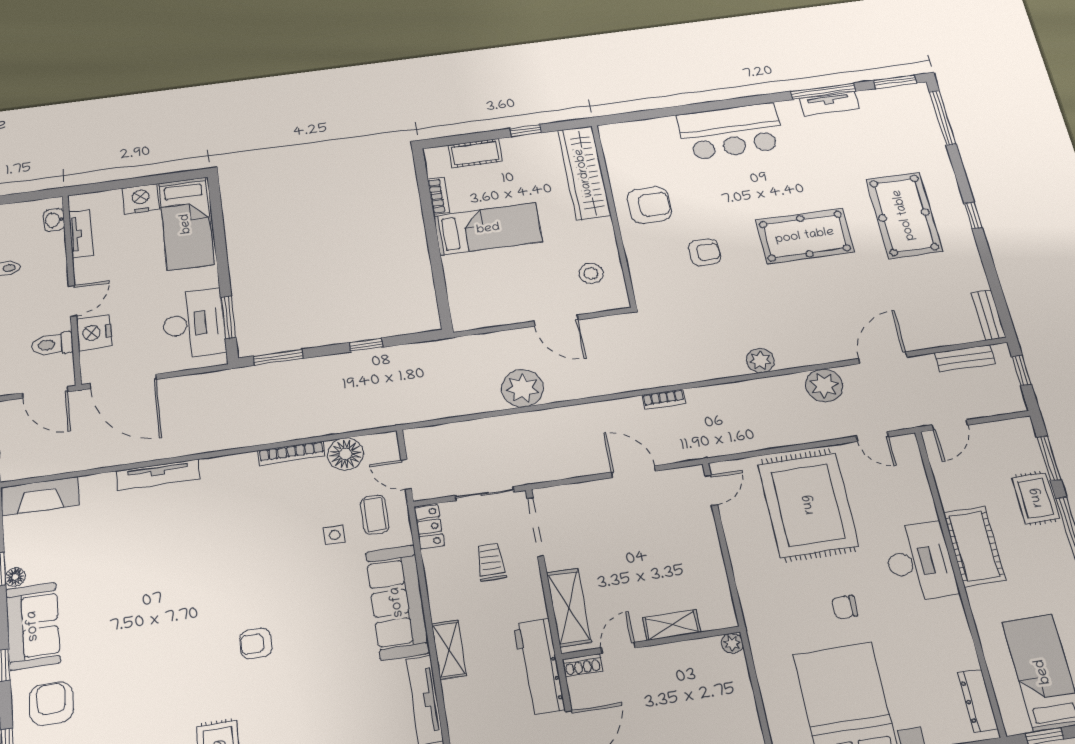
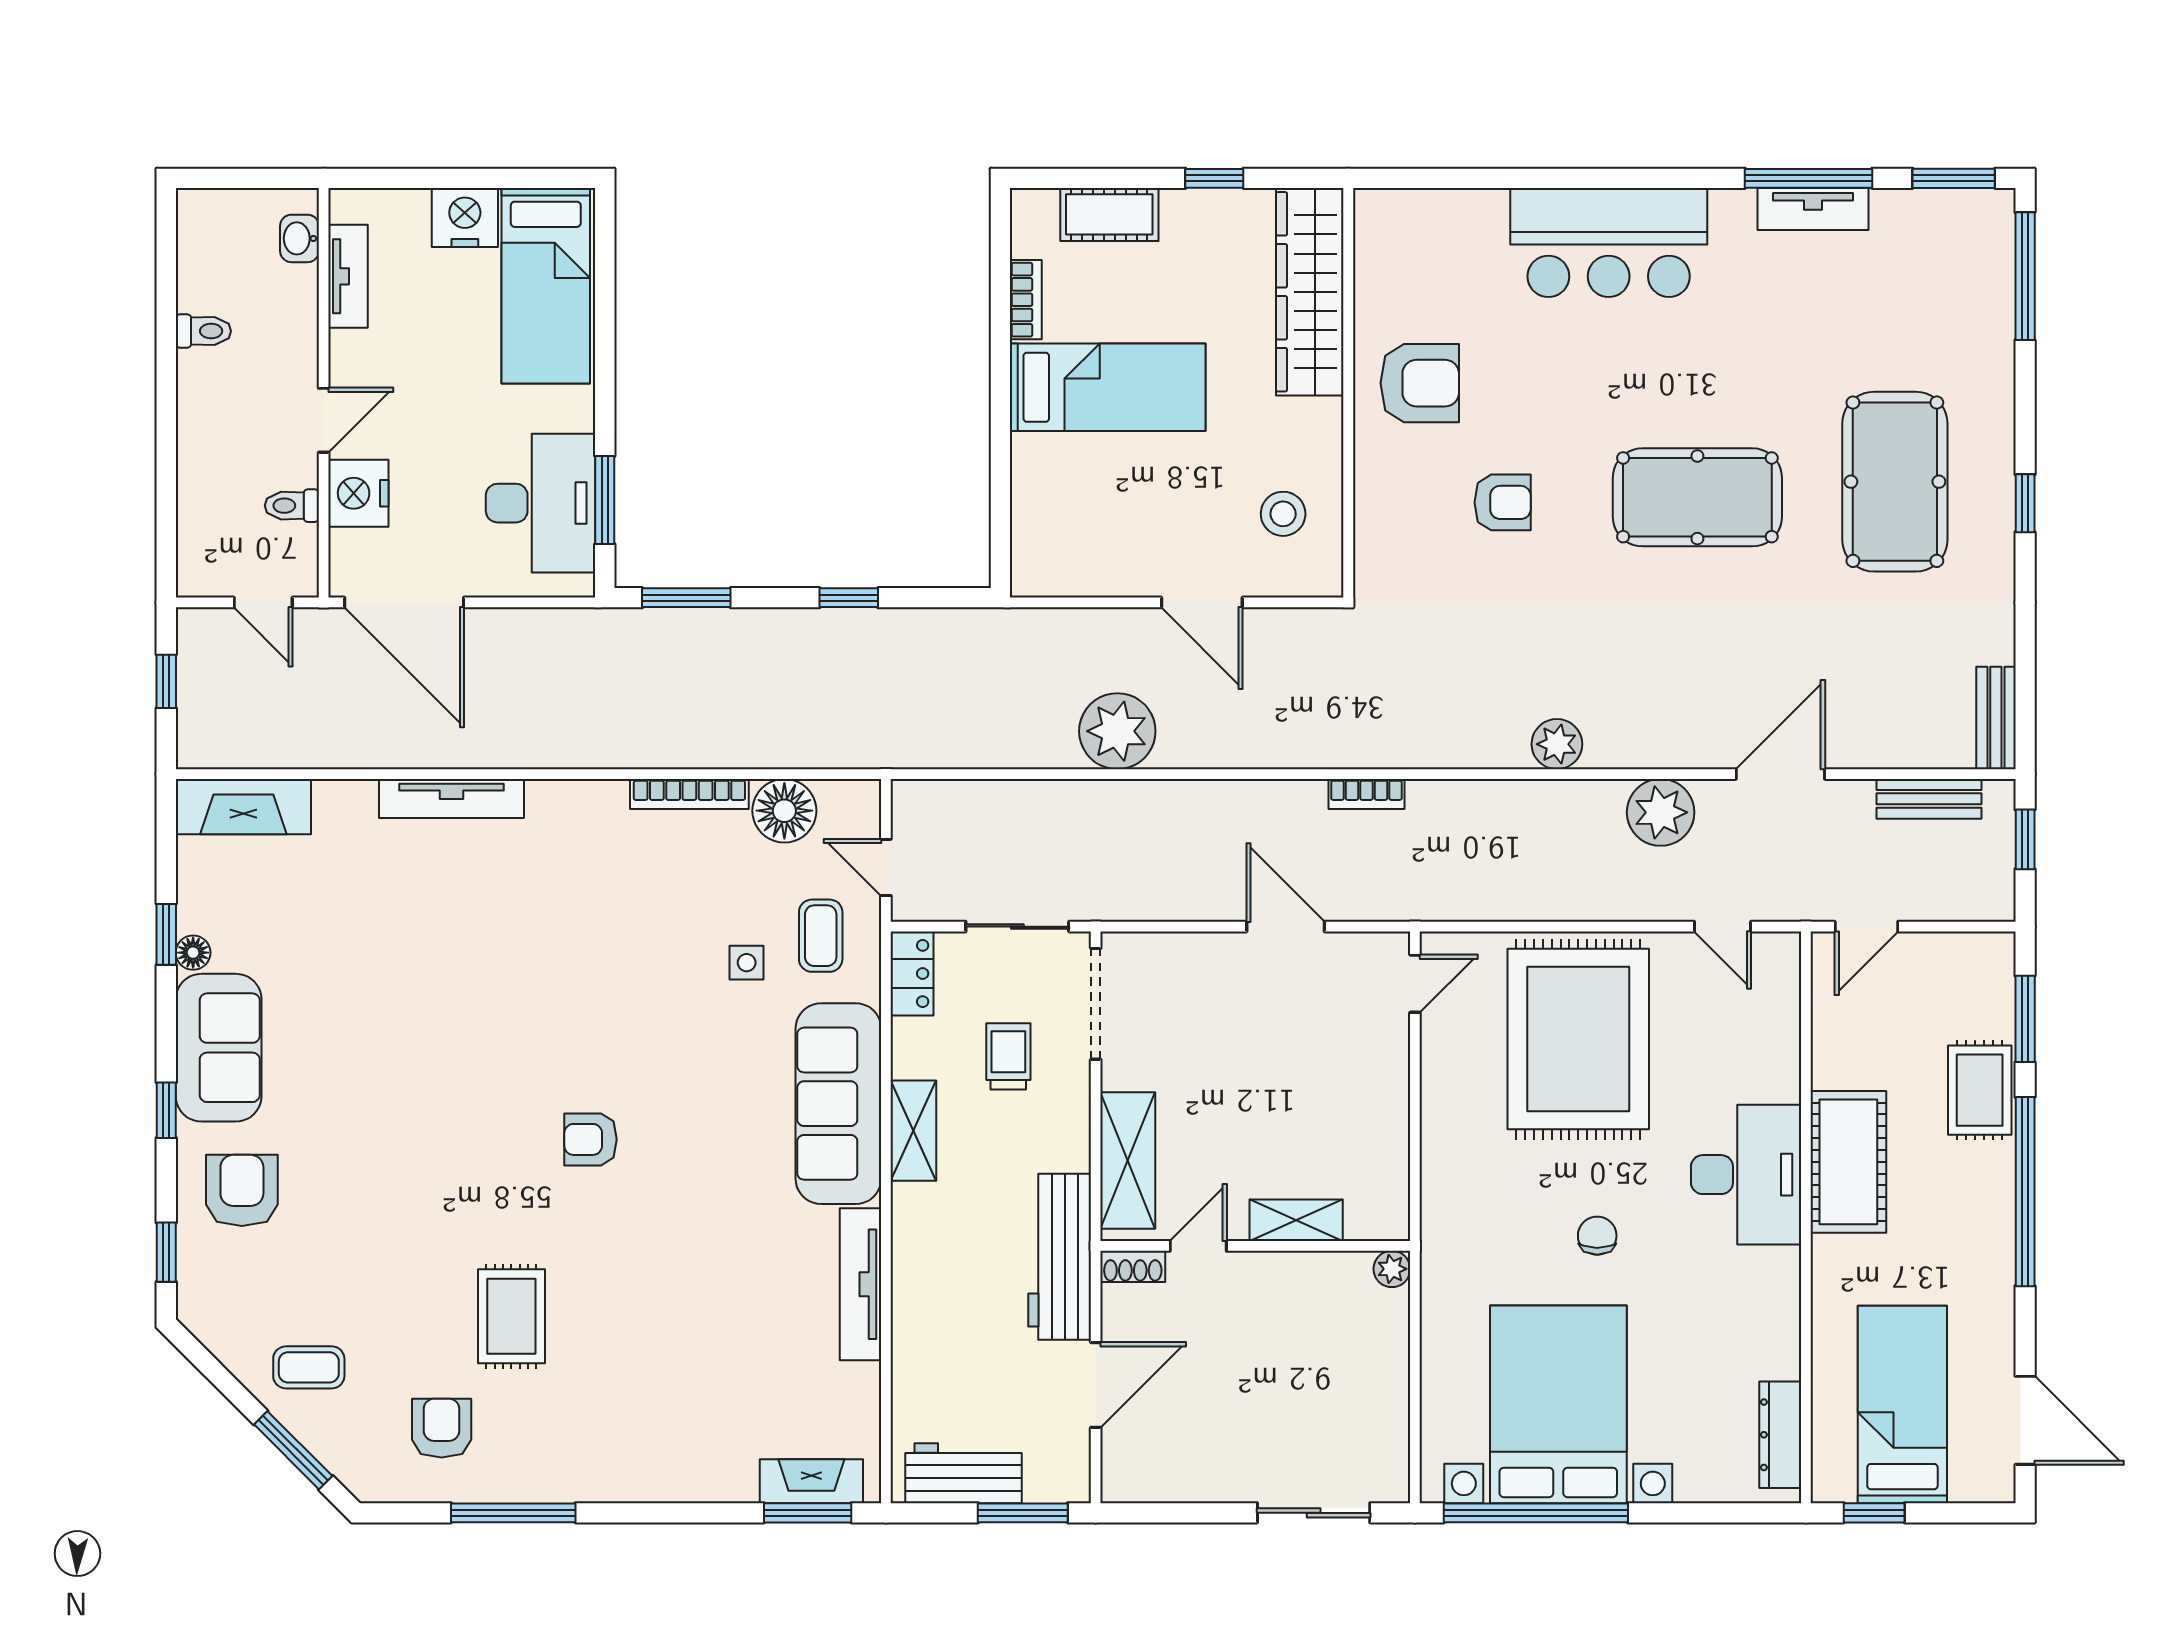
toilet: (52, 344) -> (292, 506), width x0.73, depth x0.72
door: (45, 392) -> (263, 602), width x0.73
chair: (845, 607) -> (1597, 1236), turned 90
shelving: (449, 650) -> (913, 1131), moved

